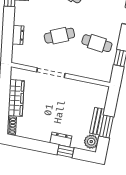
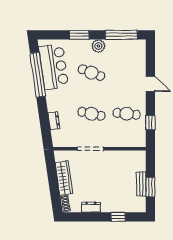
cafe table: (59, 36) -> (91, 114), turned 36
dresser: (61, 140) -> (91, 207), moved
plant: (91, 142) -> (139, 203), removed

